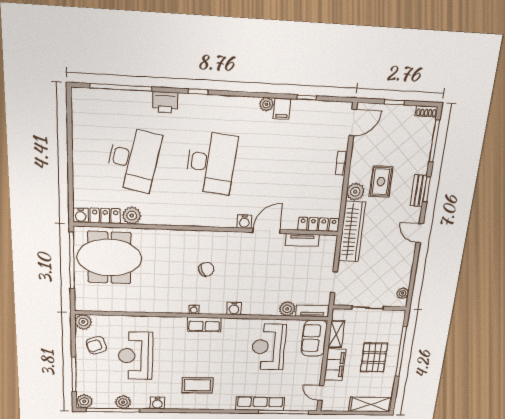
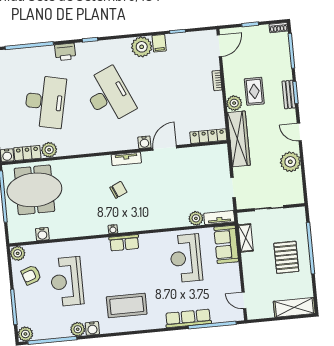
plant: (266, 104) -> (142, 47), width x1.88, depth x1.88
desk: (211, 163) -> (109, 96), turned -30
tv unit: (302, 240) -> (126, 159), moved
plant: (403, 293) -> (290, 162), moved, width x1.87, depth x1.87
water cooler: (234, 308) -> (42, 234), moved
filing cabinet: (335, 365) -> (251, 269), removed
coffee table: (197, 385) -> (127, 305), width x1.36, depth x1.32
plant: (123, 402) -> (78, 329), moved

